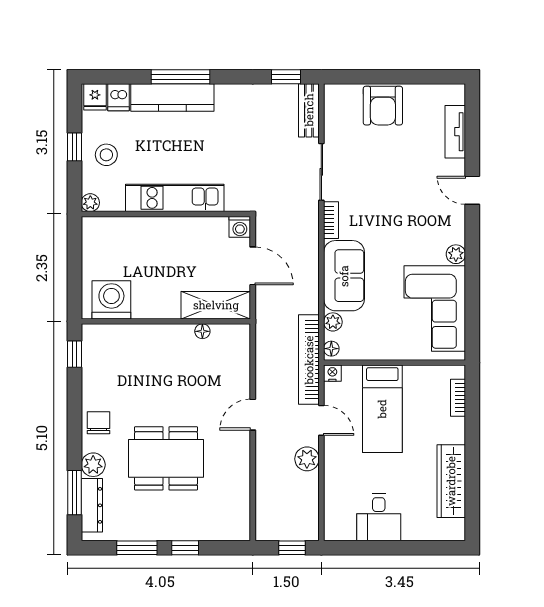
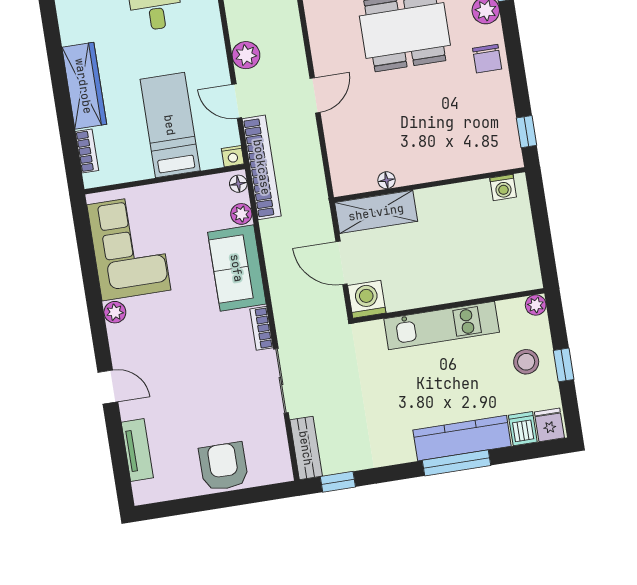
washing machine: (240, 227) -> (367, 299), width x1.38, depth x1.38
washing machine: (111, 300) -> (503, 187), width x0.53, depth x0.53
wardrobe: (451, 481) -> (84, 86), moved

